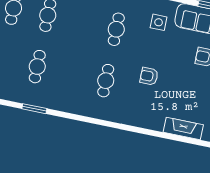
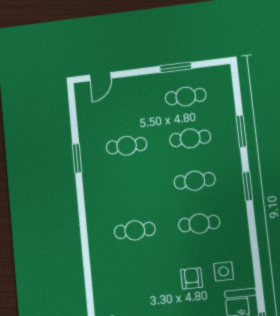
cafe table: (82, 22) -> (195, 181), added
armchair: (149, 76) -> (192, 278), moved

